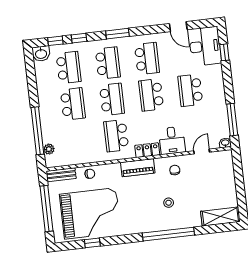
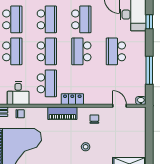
window: (232, 120) -> (149, 70), moved
school desk: (116, 136) -> (47, 83), turned 180
desk: (172, 140) -> (18, 93), moved
door: (202, 152) -> (119, 106), hinge flipped

